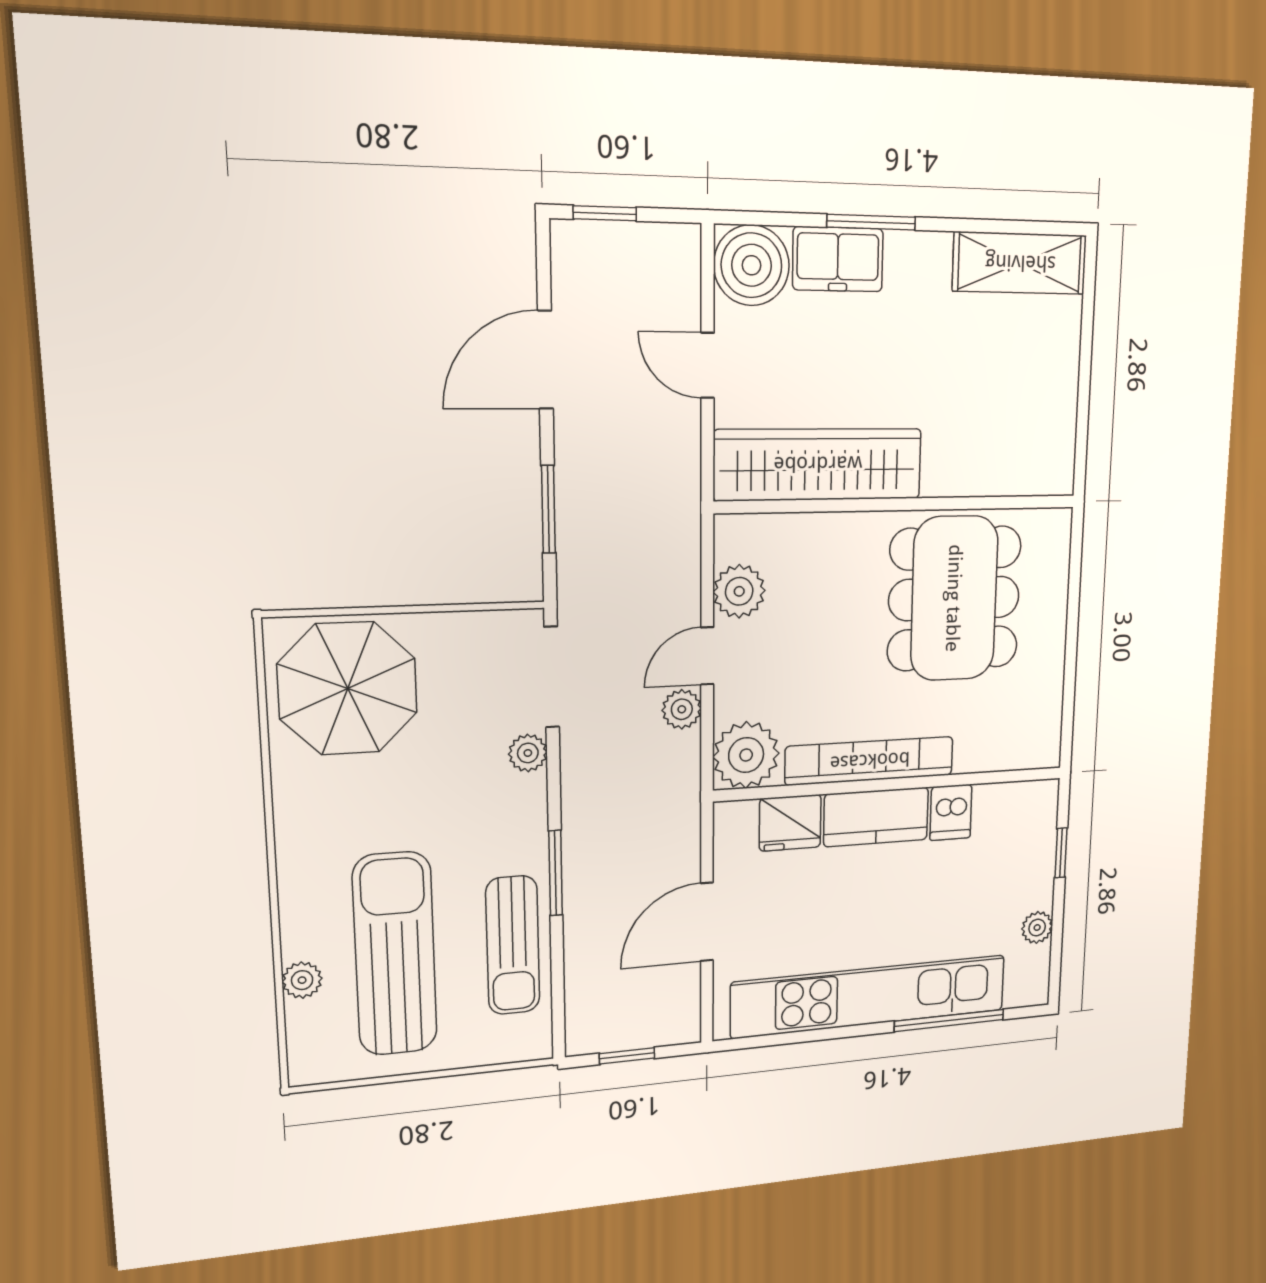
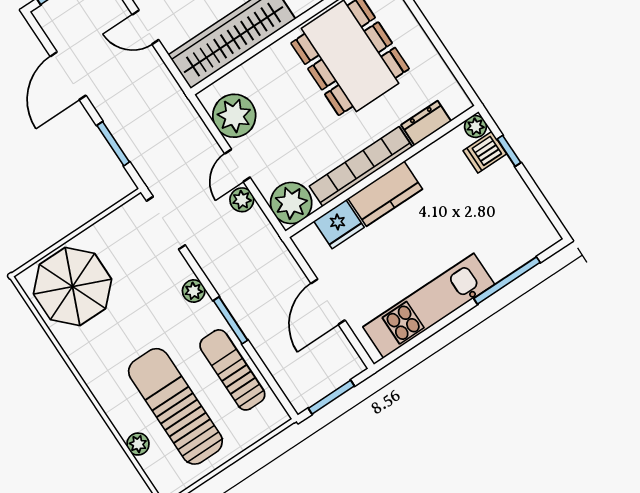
plant: (739, 591) -> (234, 116), width x1.36, depth x1.36
plant: (528, 753) -> (194, 291), moved
dresser: (988, 753) -> (426, 123), added
dishwasher: (951, 812) -> (485, 152), moved, turned 90
plant: (1037, 928) -> (476, 127), moved
sun lounger: (513, 945) -> (232, 370), turned 180
kitchen unit: (870, 996) -> (429, 306), width x0.73
window: (627, 1056) -> (331, 397), width x1.50

